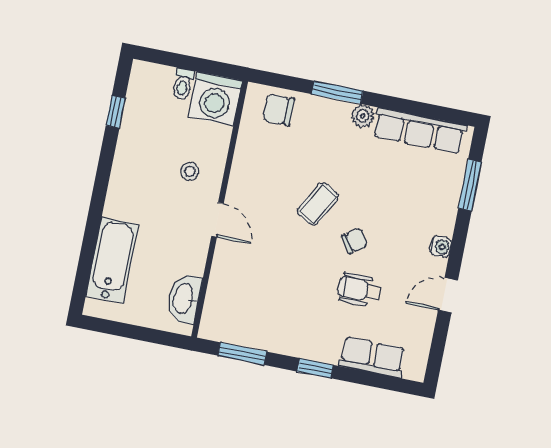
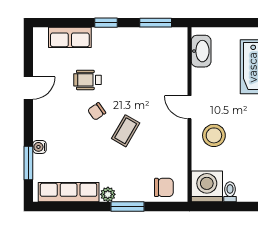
stool: (190, 171) -> (214, 135), width x1.89, depth x1.89
water cooler: (441, 247) -> (40, 147), moved
wheelchair: (359, 290) -> (88, 80), turned 180

